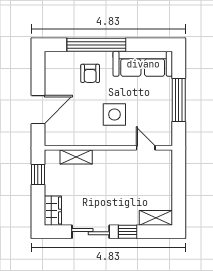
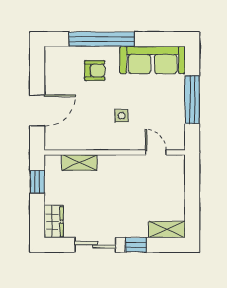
armchair: (90, 73) -> (95, 70), turned -90
side table: (114, 114) -> (121, 116), width x0.54, depth x0.54

